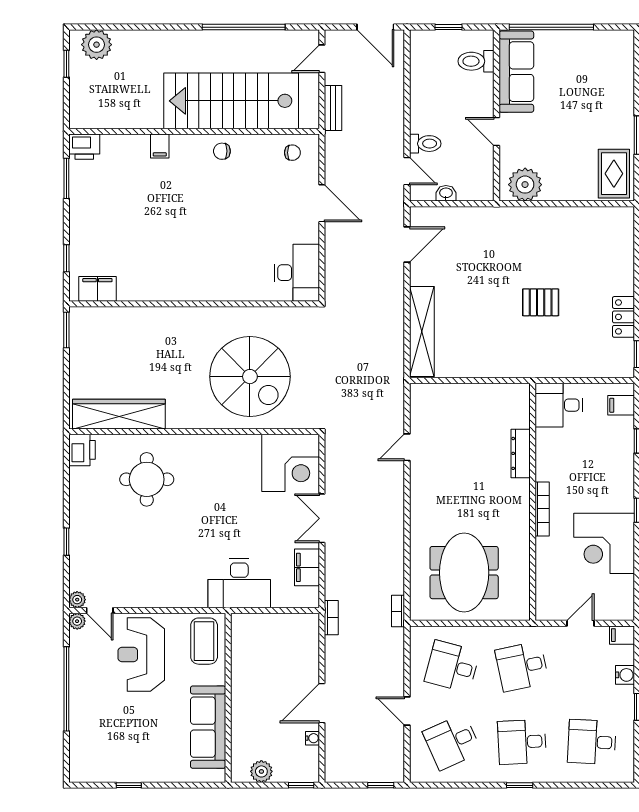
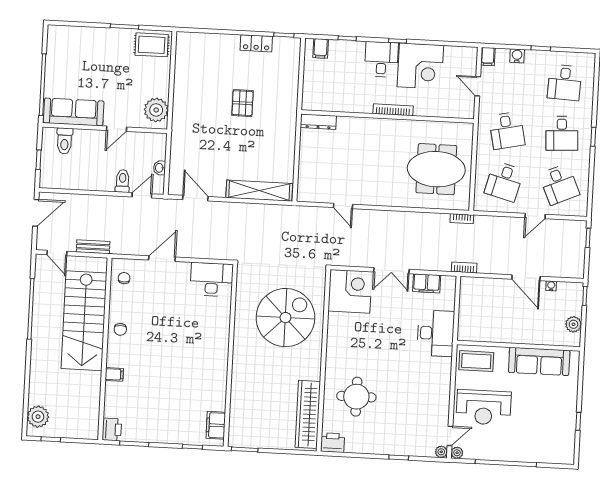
desk: (559, 405) -> (381, 59), moved, turned 180
dresser: (521, 453) -> (318, 122), moved

